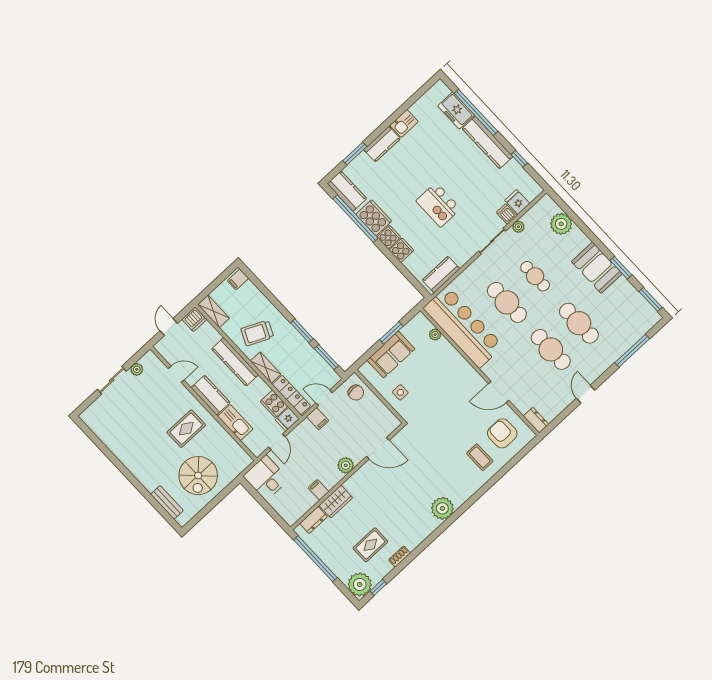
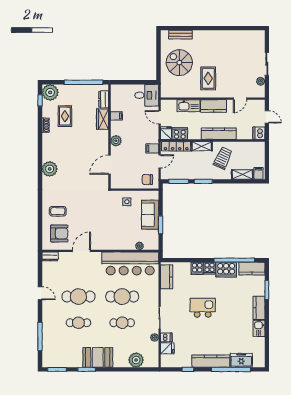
shelving: (213, 311) -> (242, 174), moved
cafe table: (579, 323) -> (78, 323), width x0.73, depth x0.74

